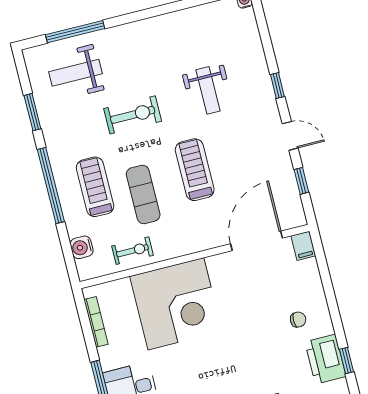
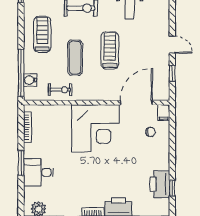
window: (277, 85) -> (172, 12), removed
window: (51, 186) -> (21, 73), moved
treadmill: (95, 187) -> (42, 34), moved
corner desk: (176, 304) -> (96, 128), moved
chair: (298, 320) -> (150, 132), moved

